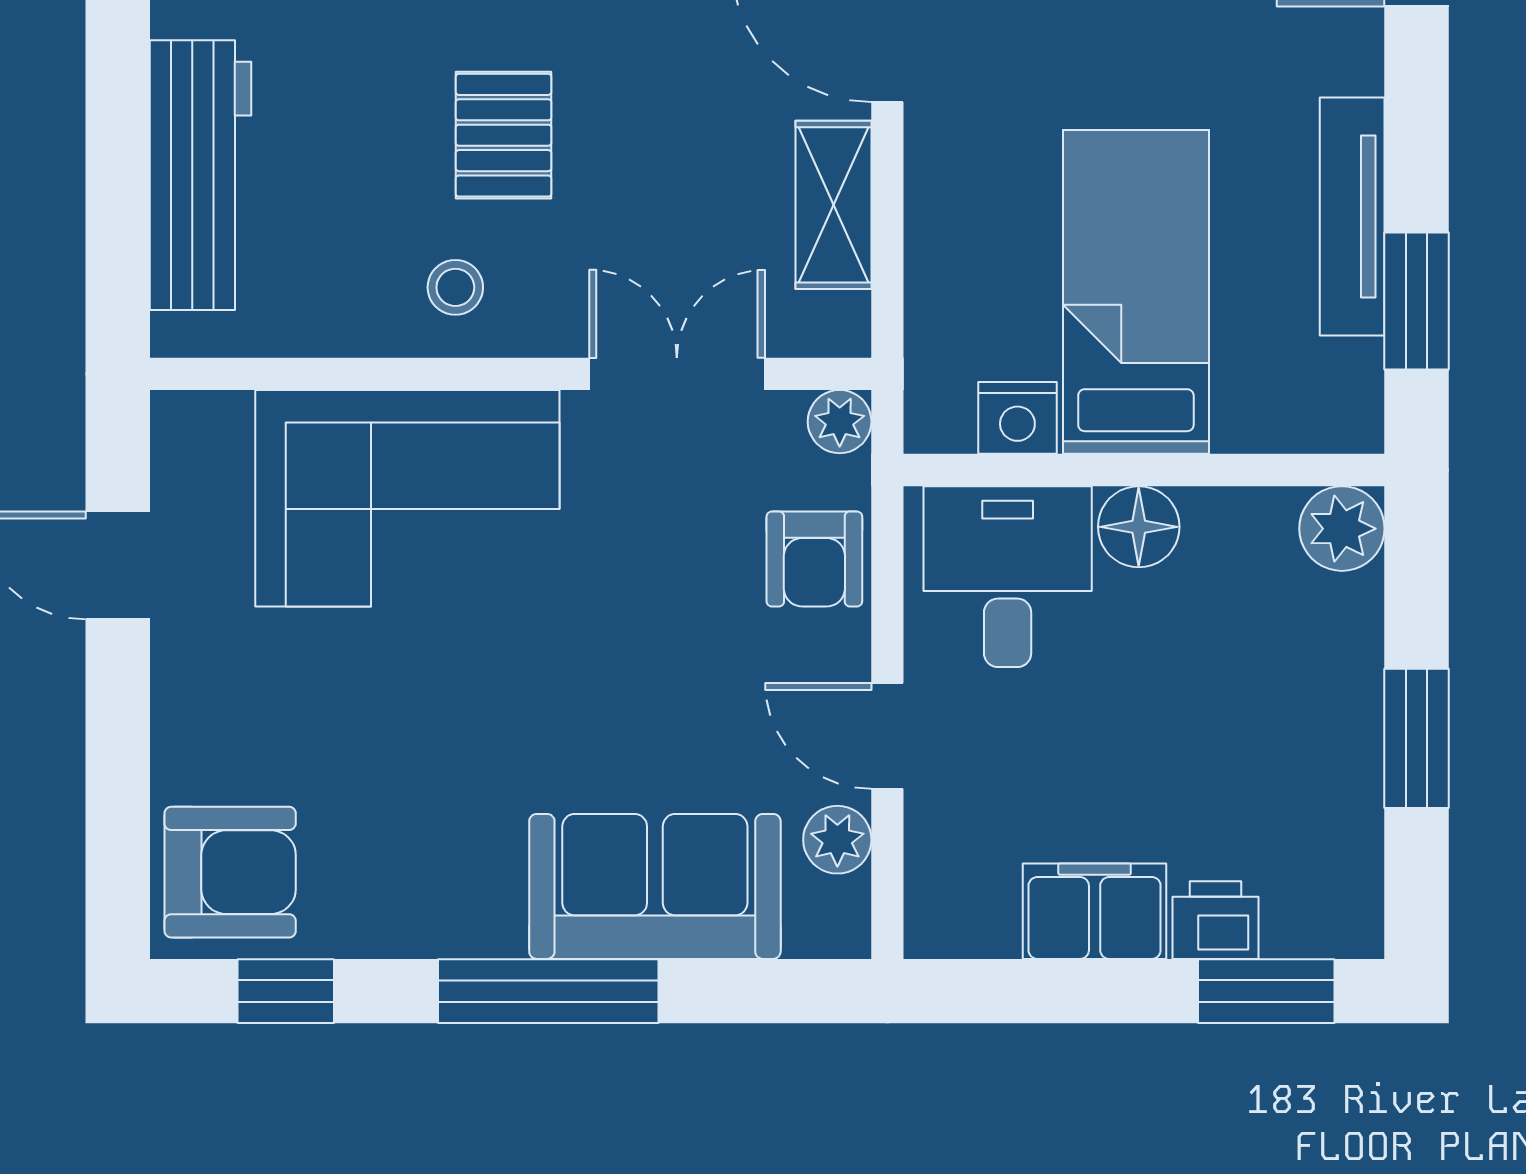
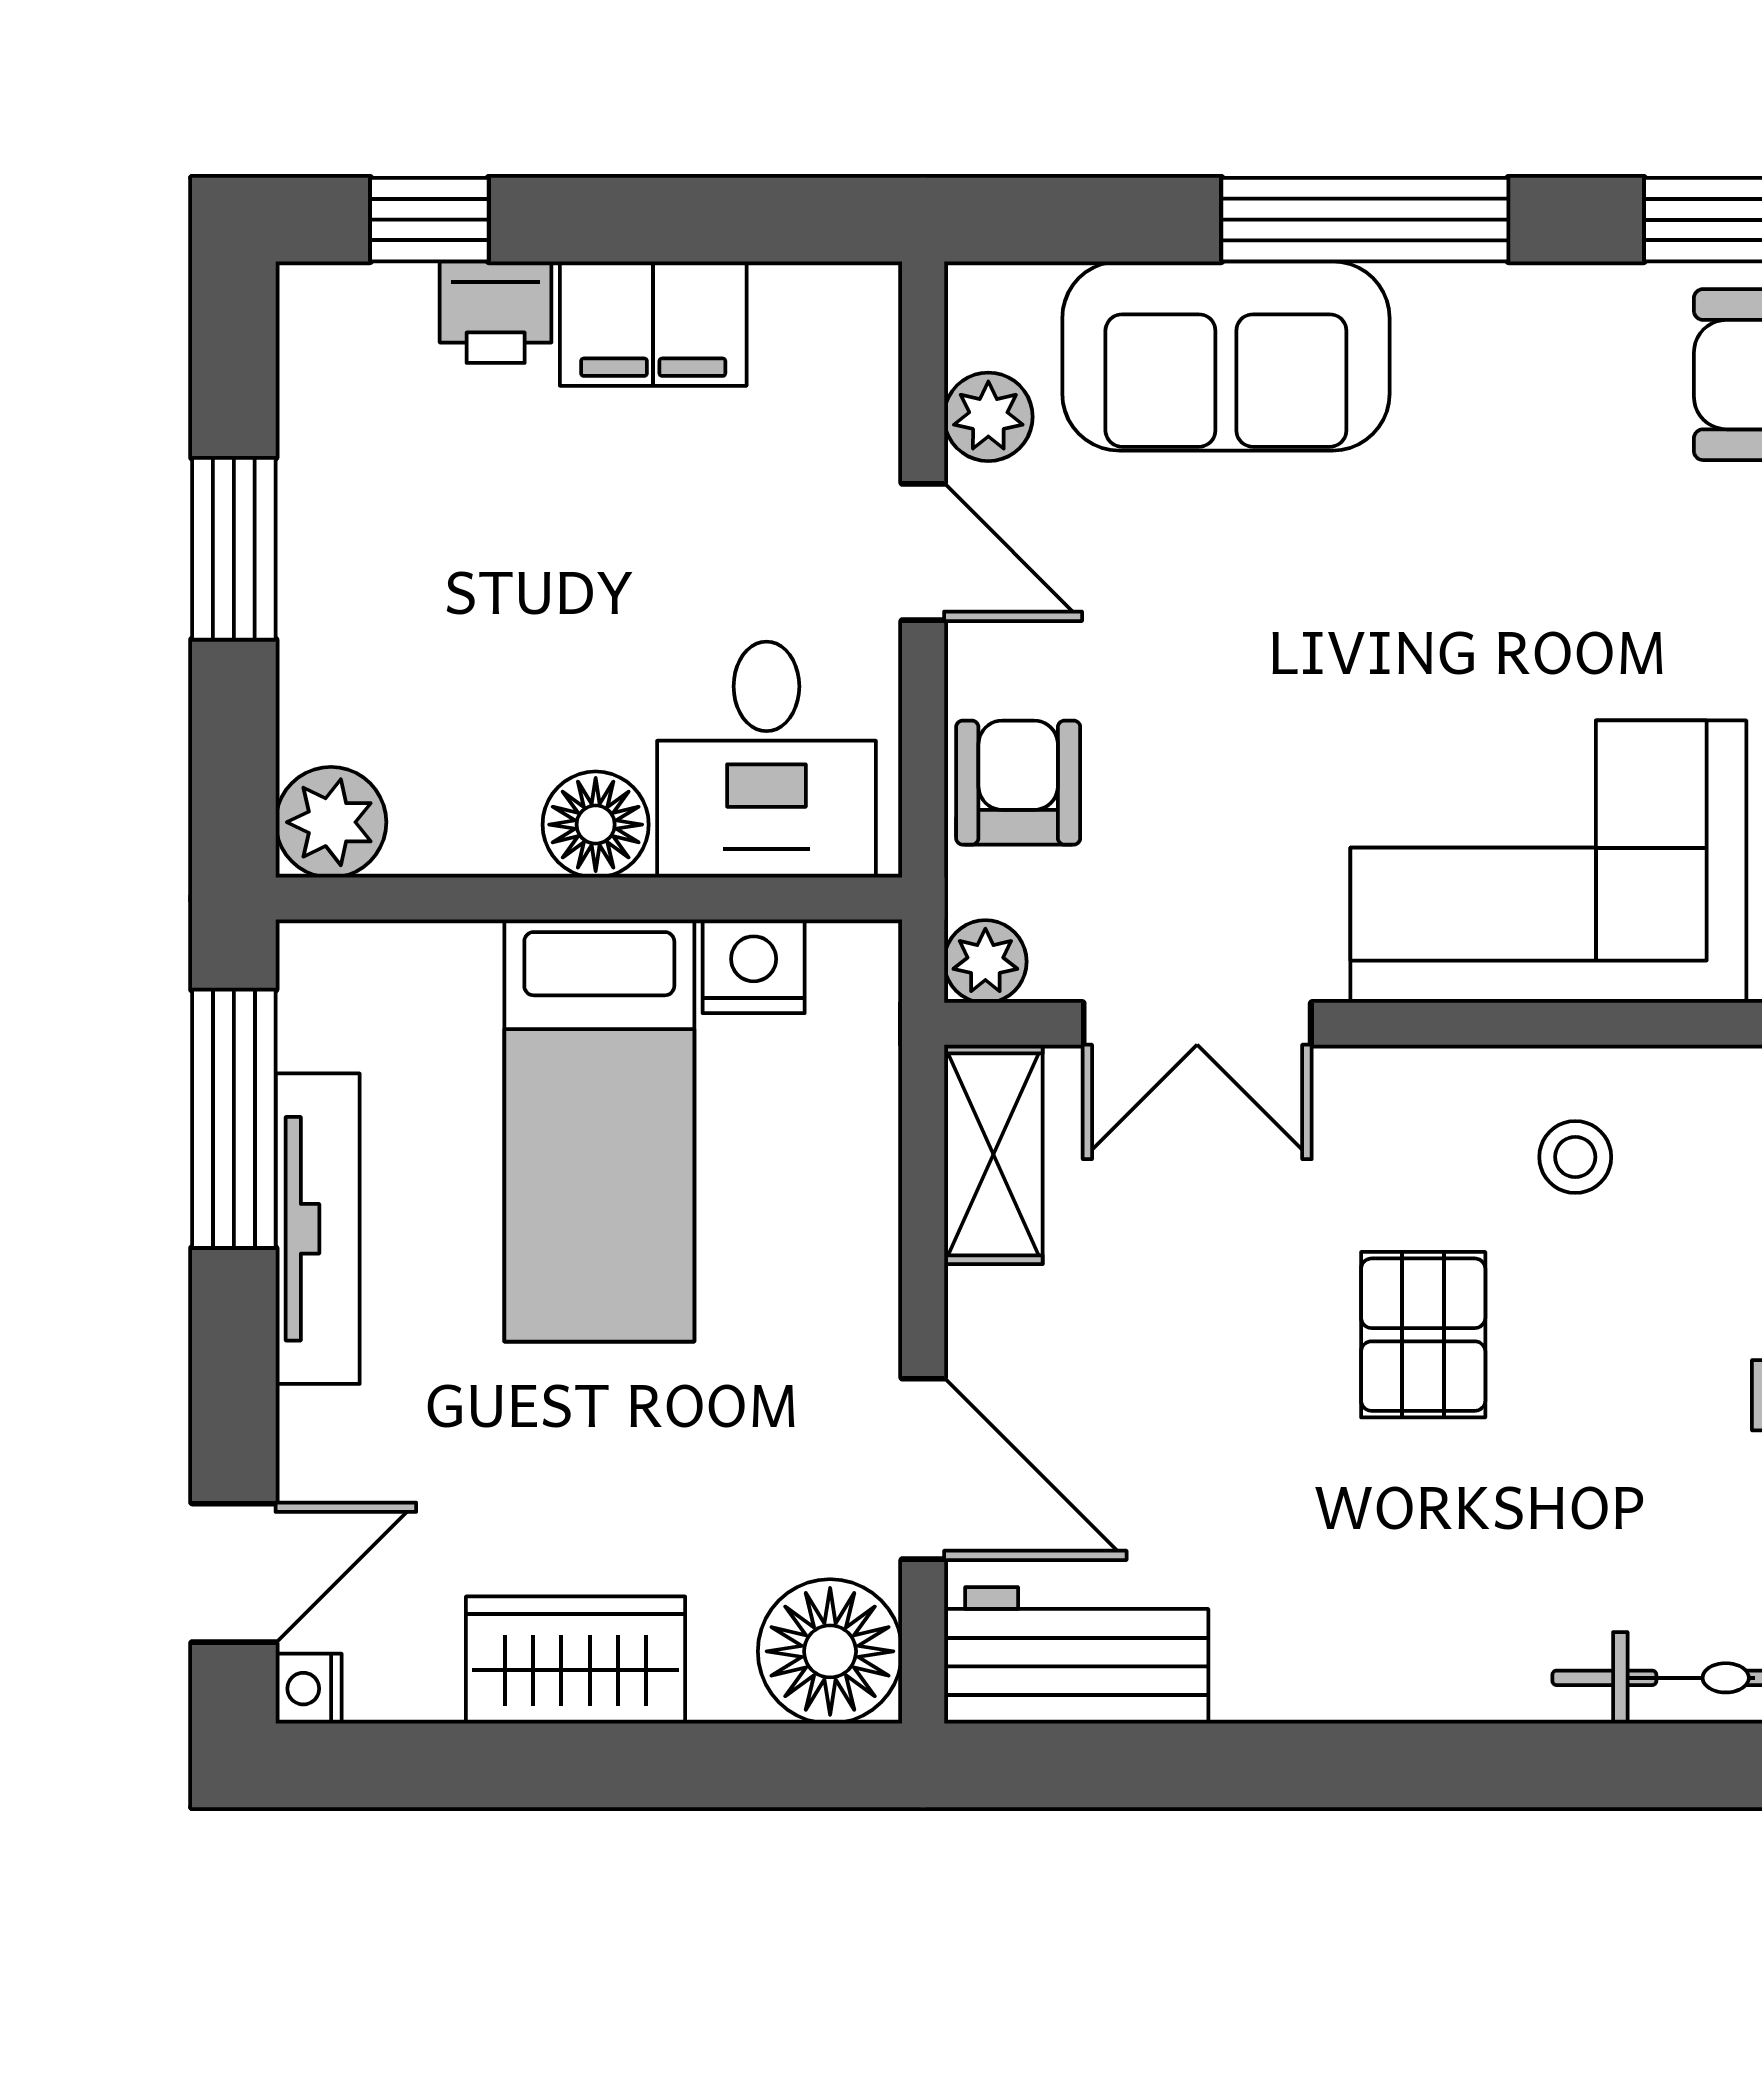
shelving: (833, 205) -> (993, 1154), moved
stool: (455, 287) -> (1575, 1157), moved
window: (1416, 301) -> (234, 1119), width x1.44
window: (1266, 991) -> (429, 220), width x0.67

